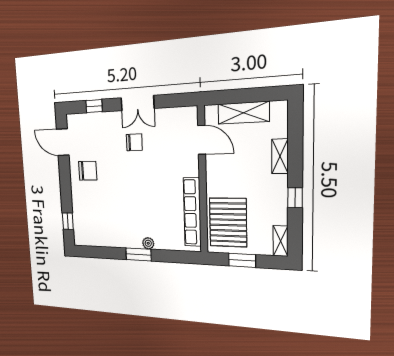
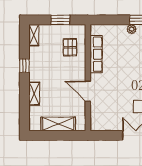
door: (202, 140) -> (88, 91), moved
row of seats: (192, 212) -> (96, 54), width x0.73
pallet: (228, 222) -> (70, 47), width x0.49, depth x0.50

